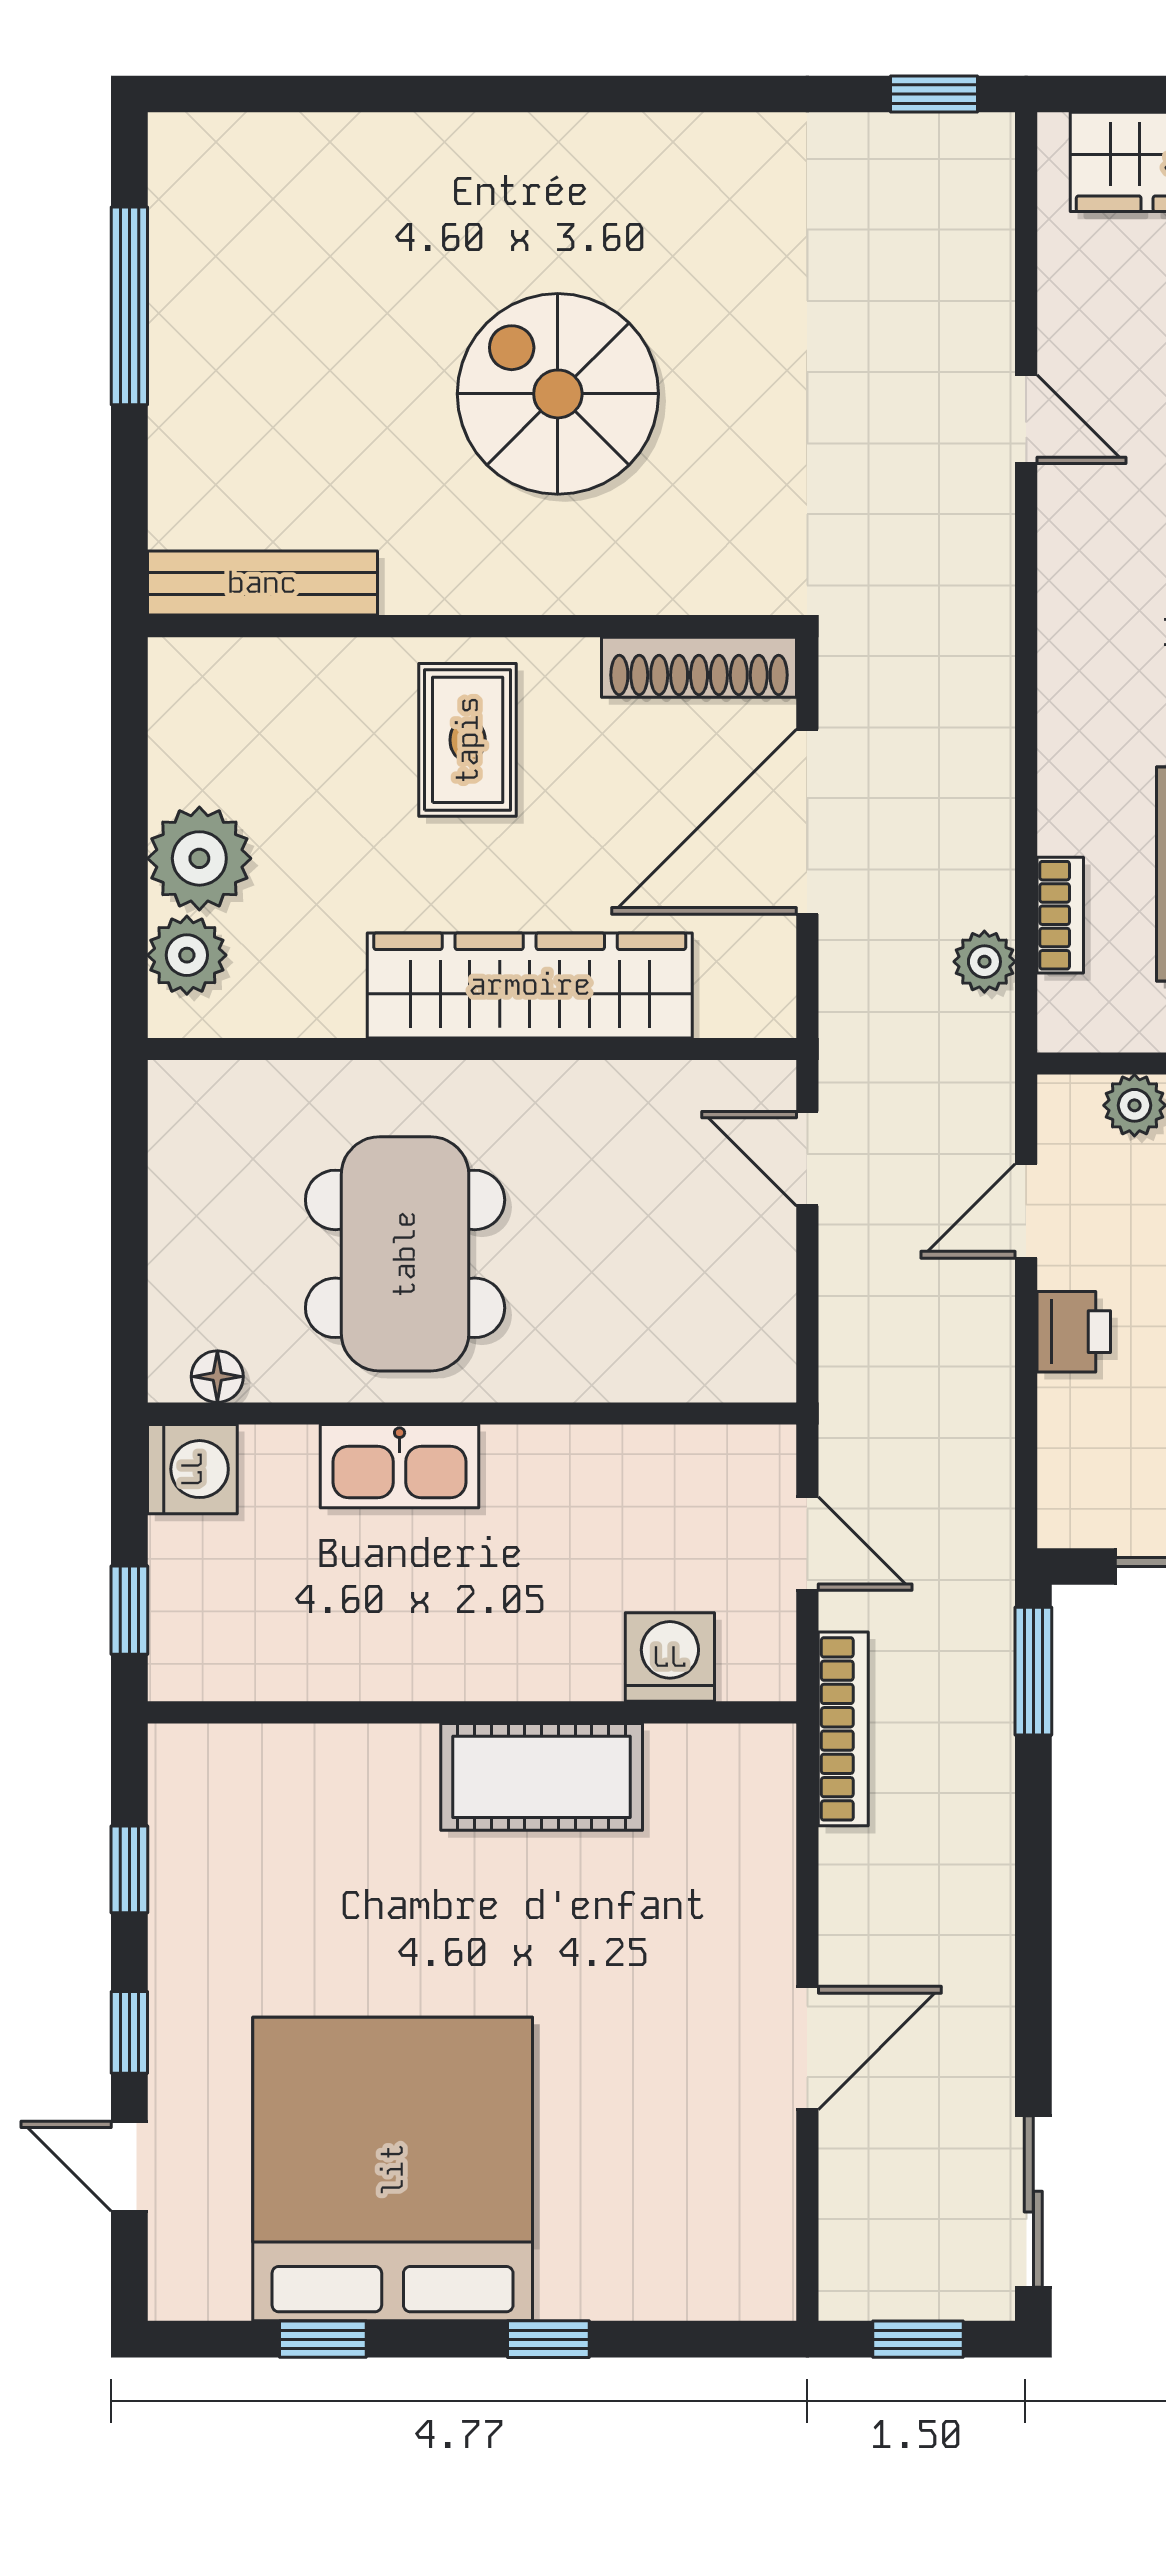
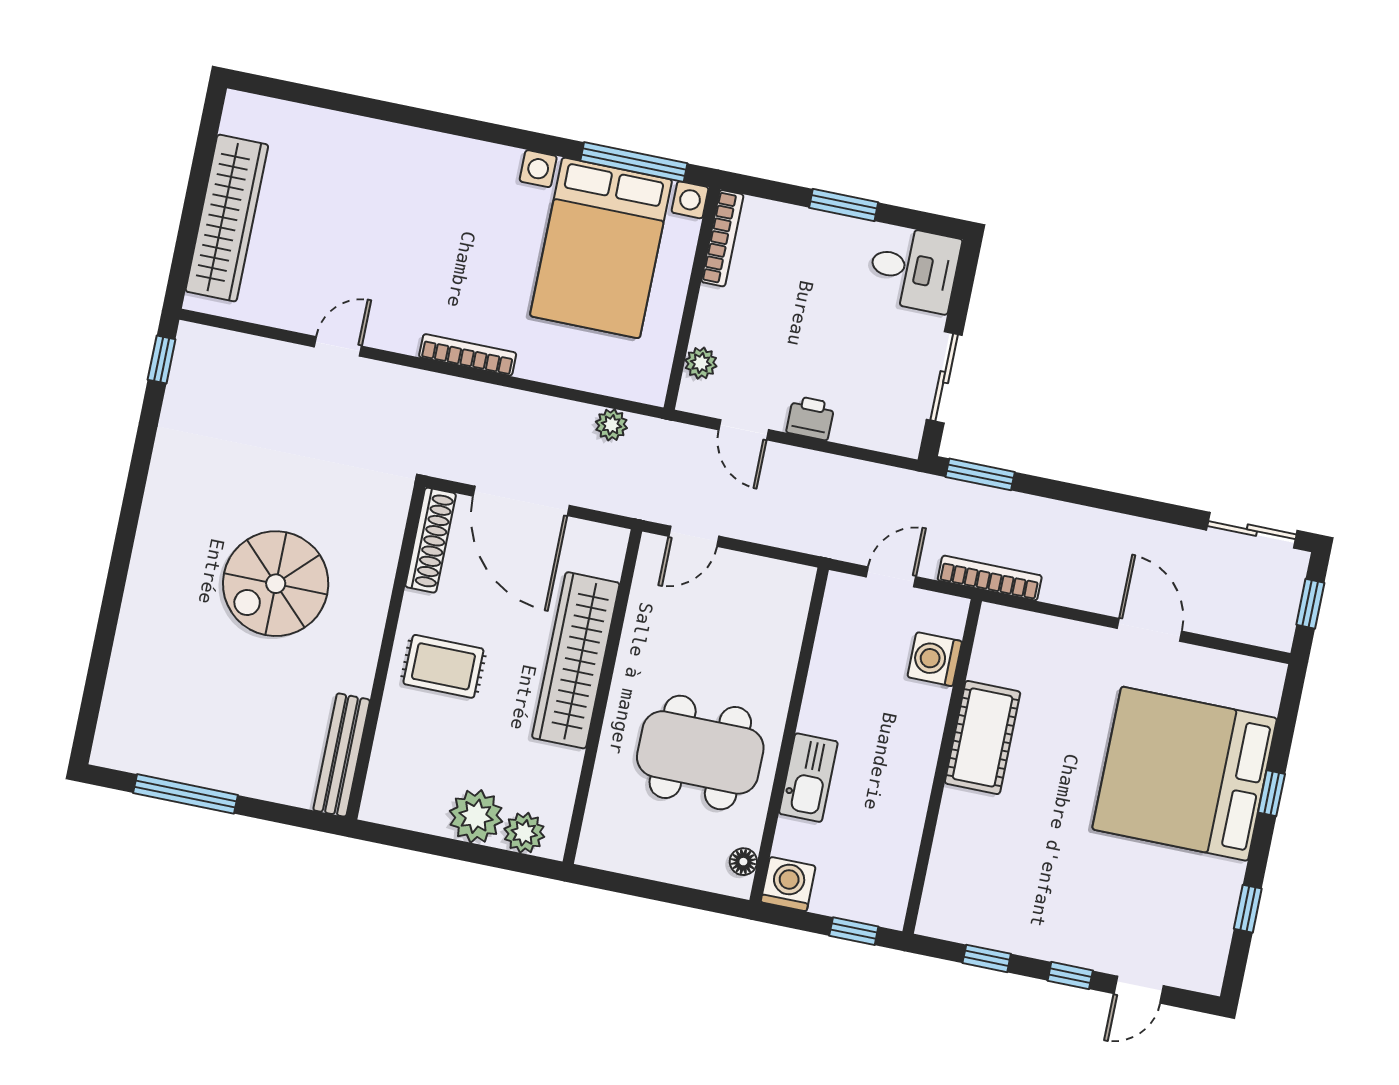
bookcase: (1060, 915) -> (468, 355), moved, width x1.56
bed: (393, 2169) -> (1185, 774), moved

